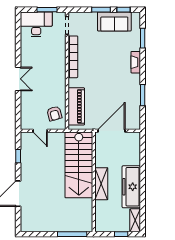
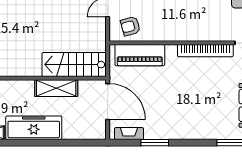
fireplace: (136, 62) -> (129, 134), moved
stairs: (79, 165) -> (74, 65), width x0.73, depth x0.66
shelving: (101, 184) -> (56, 88), moved

